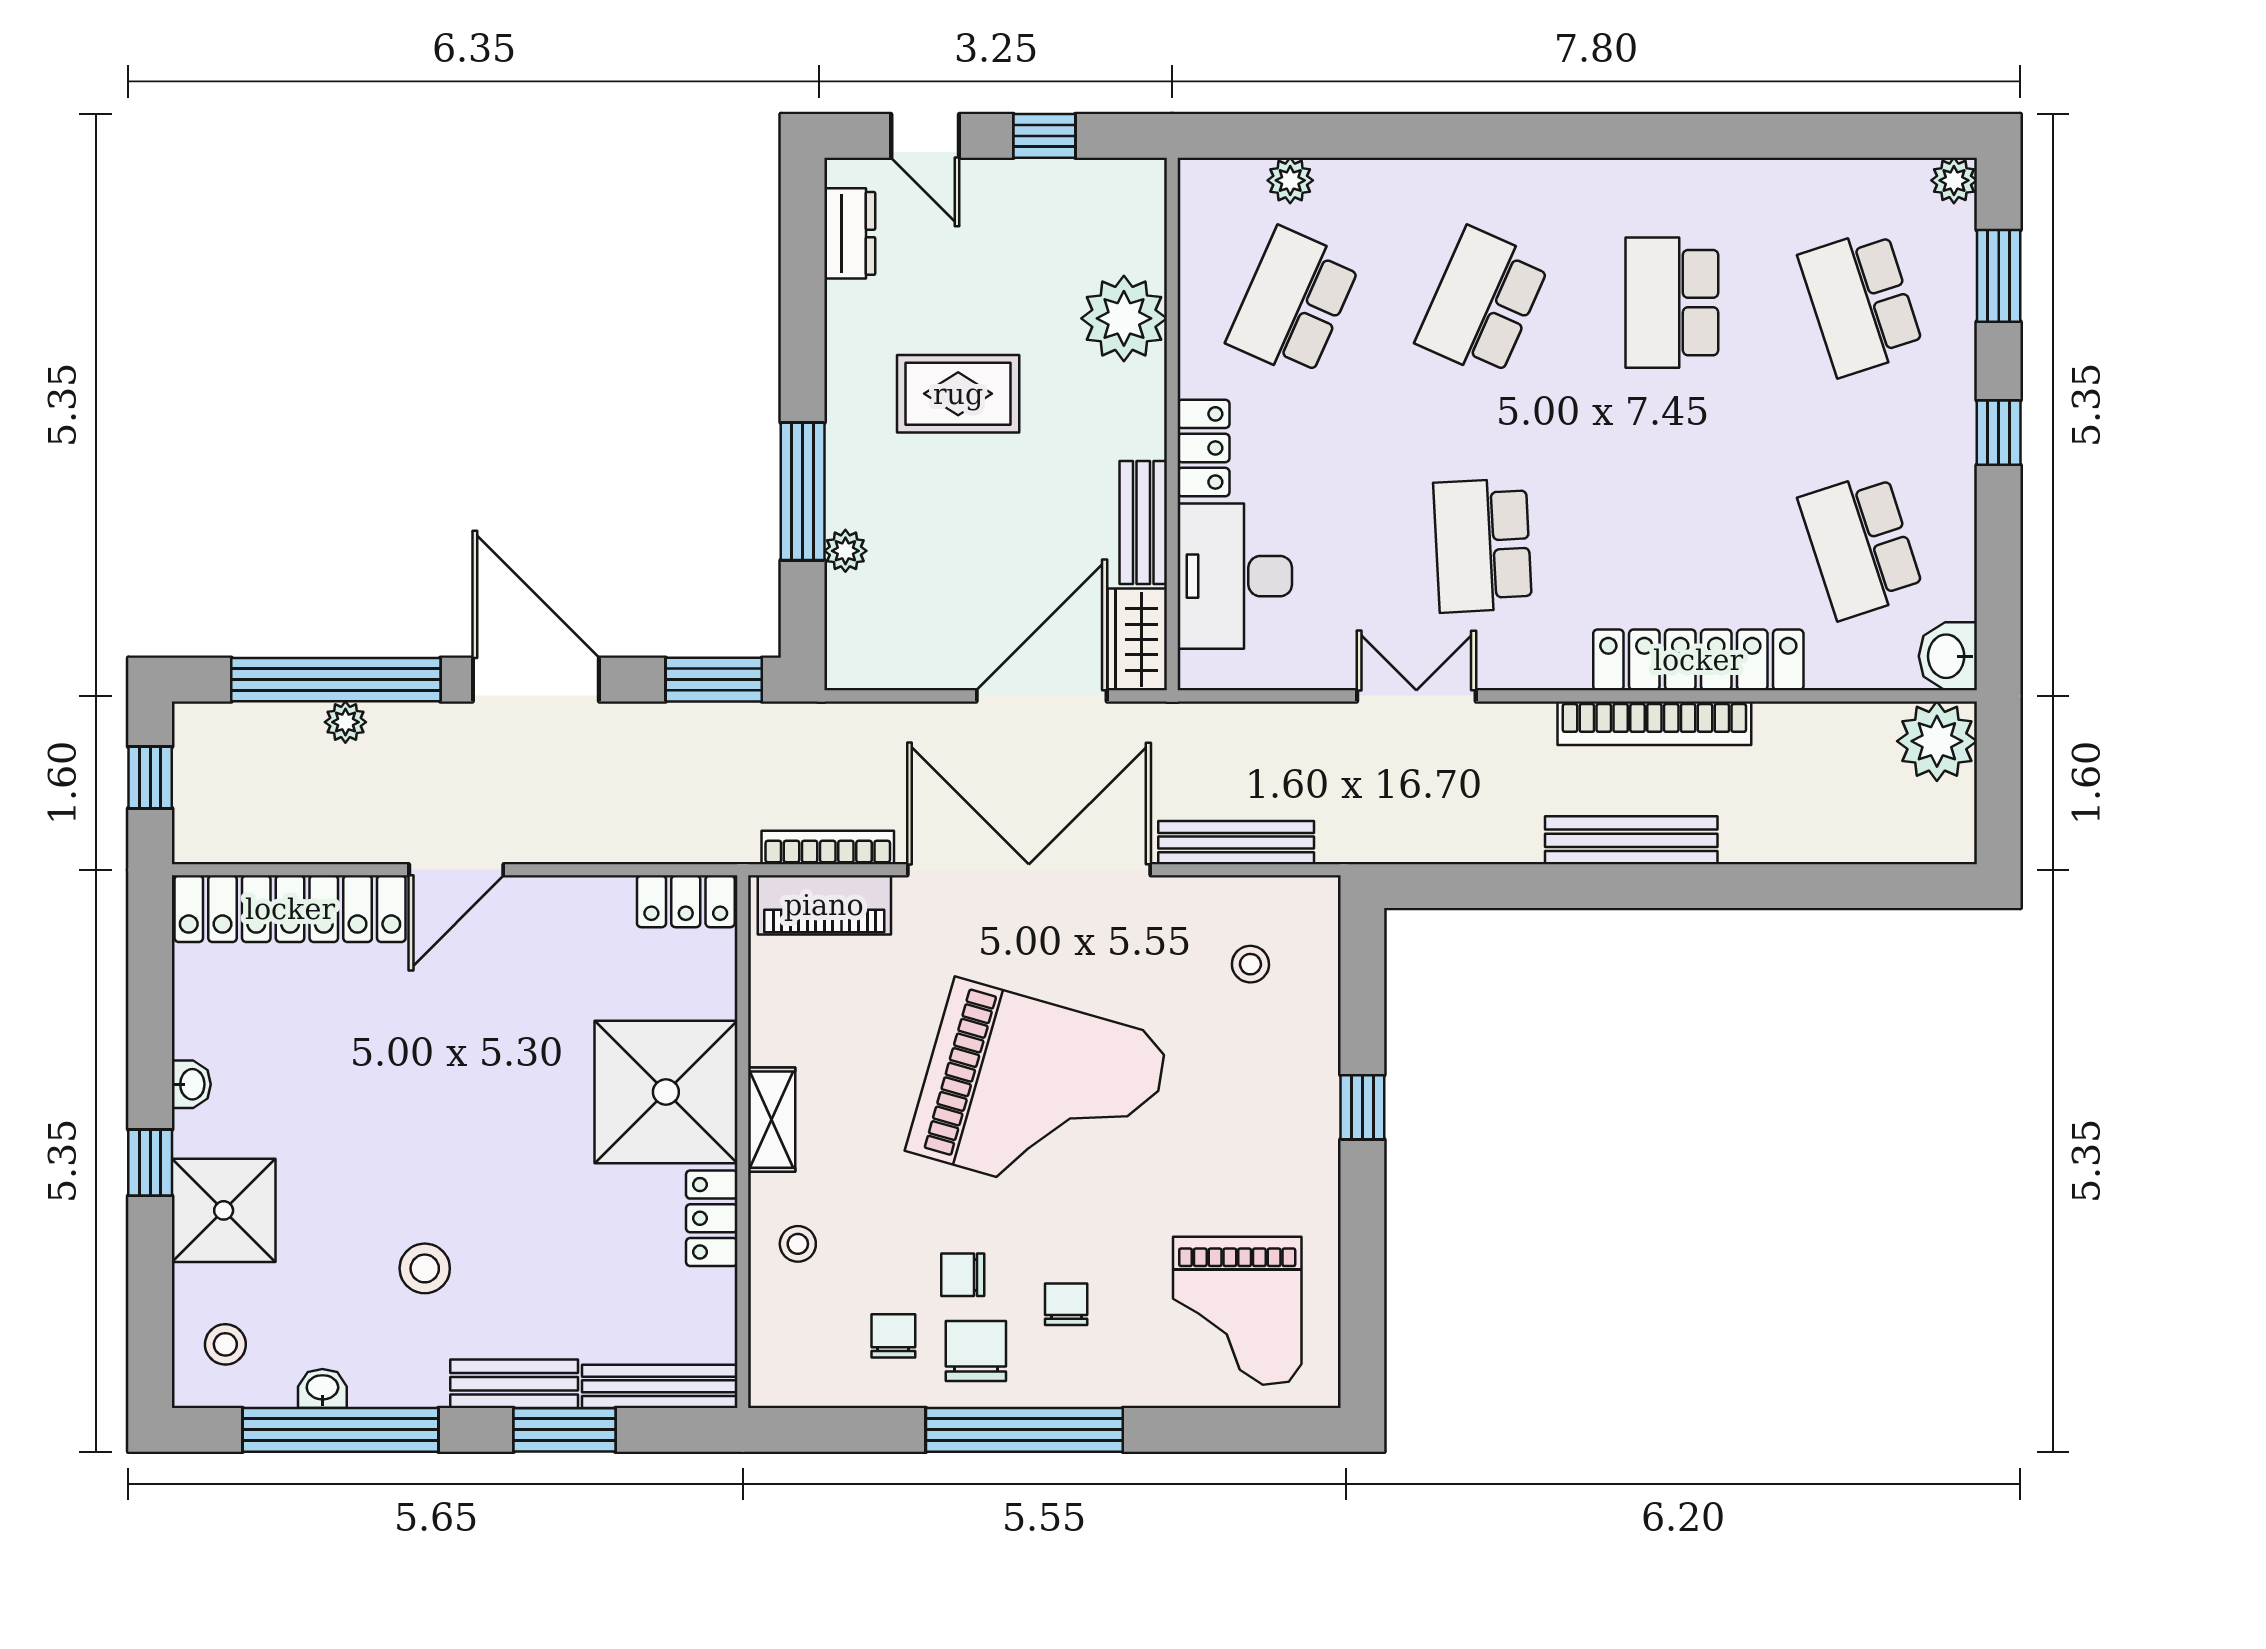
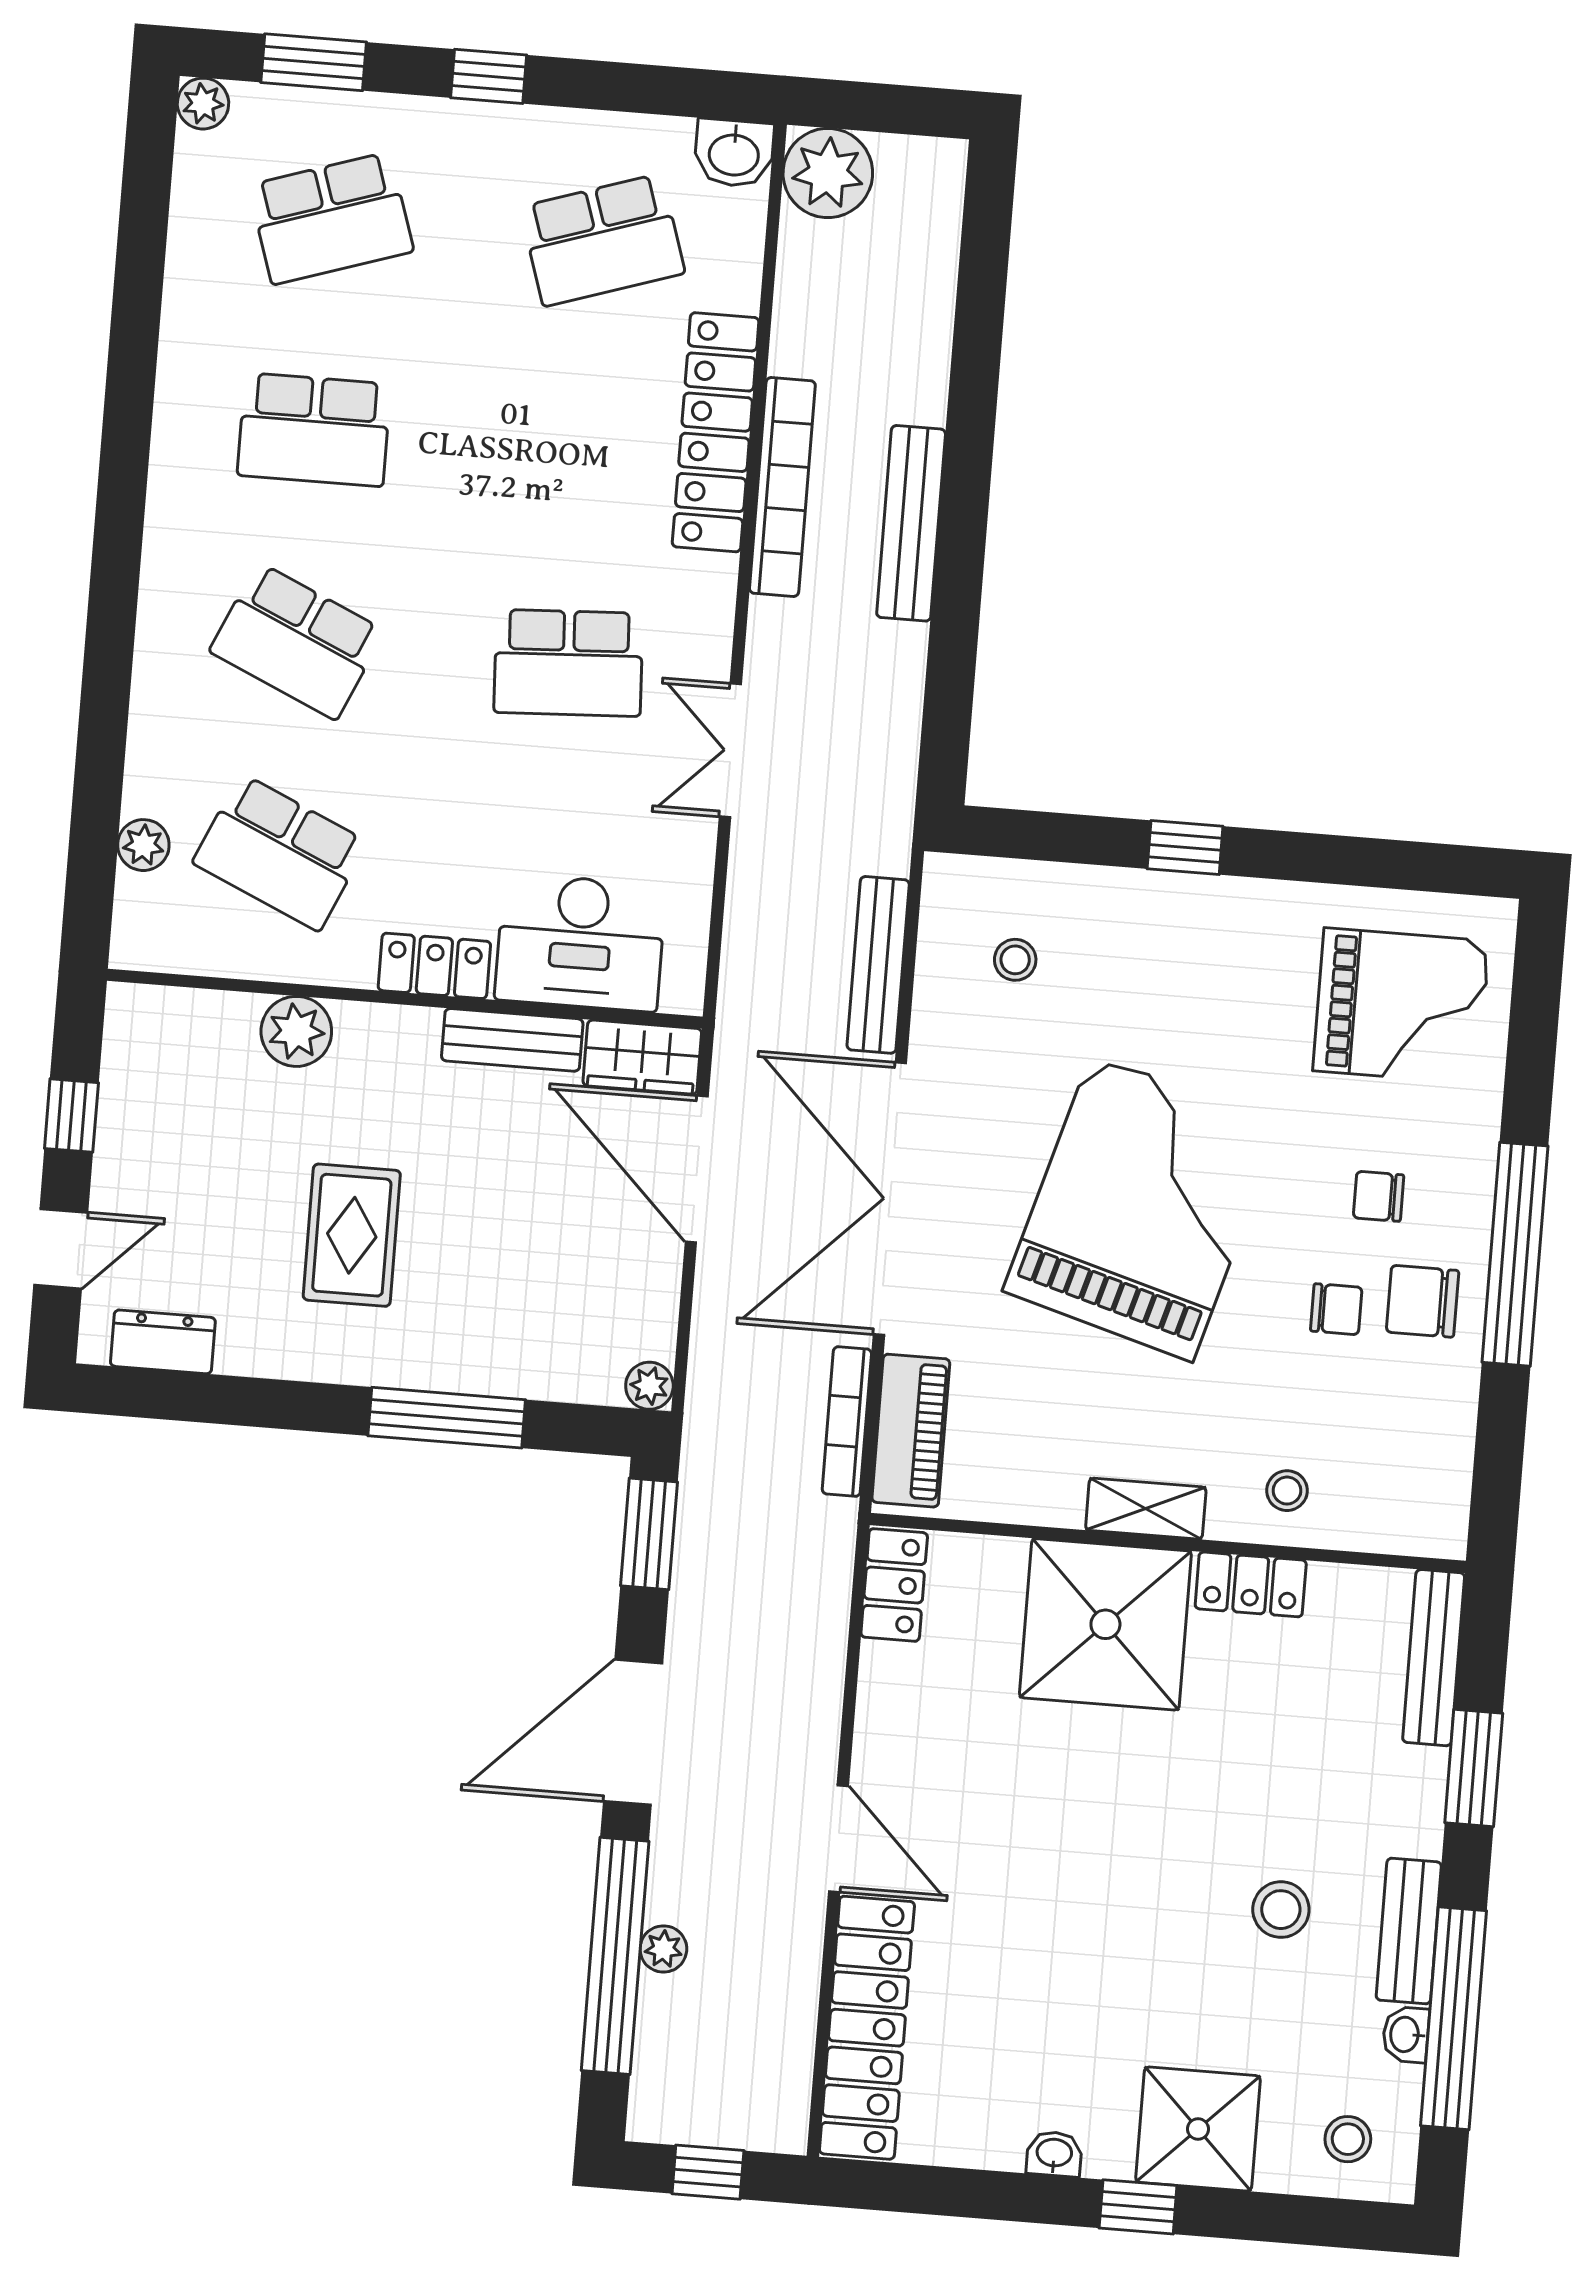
plant: (1124, 318) -> (296, 1031), width x0.73, depth x0.73
plant: (845, 551) -> (649, 1386), moved
chair: (963, 1275) -> (1336, 1309), turned -90
chair: (893, 1336) -> (1398, 1392), removed
bench: (514, 1384) -> (1409, 1931), moved

